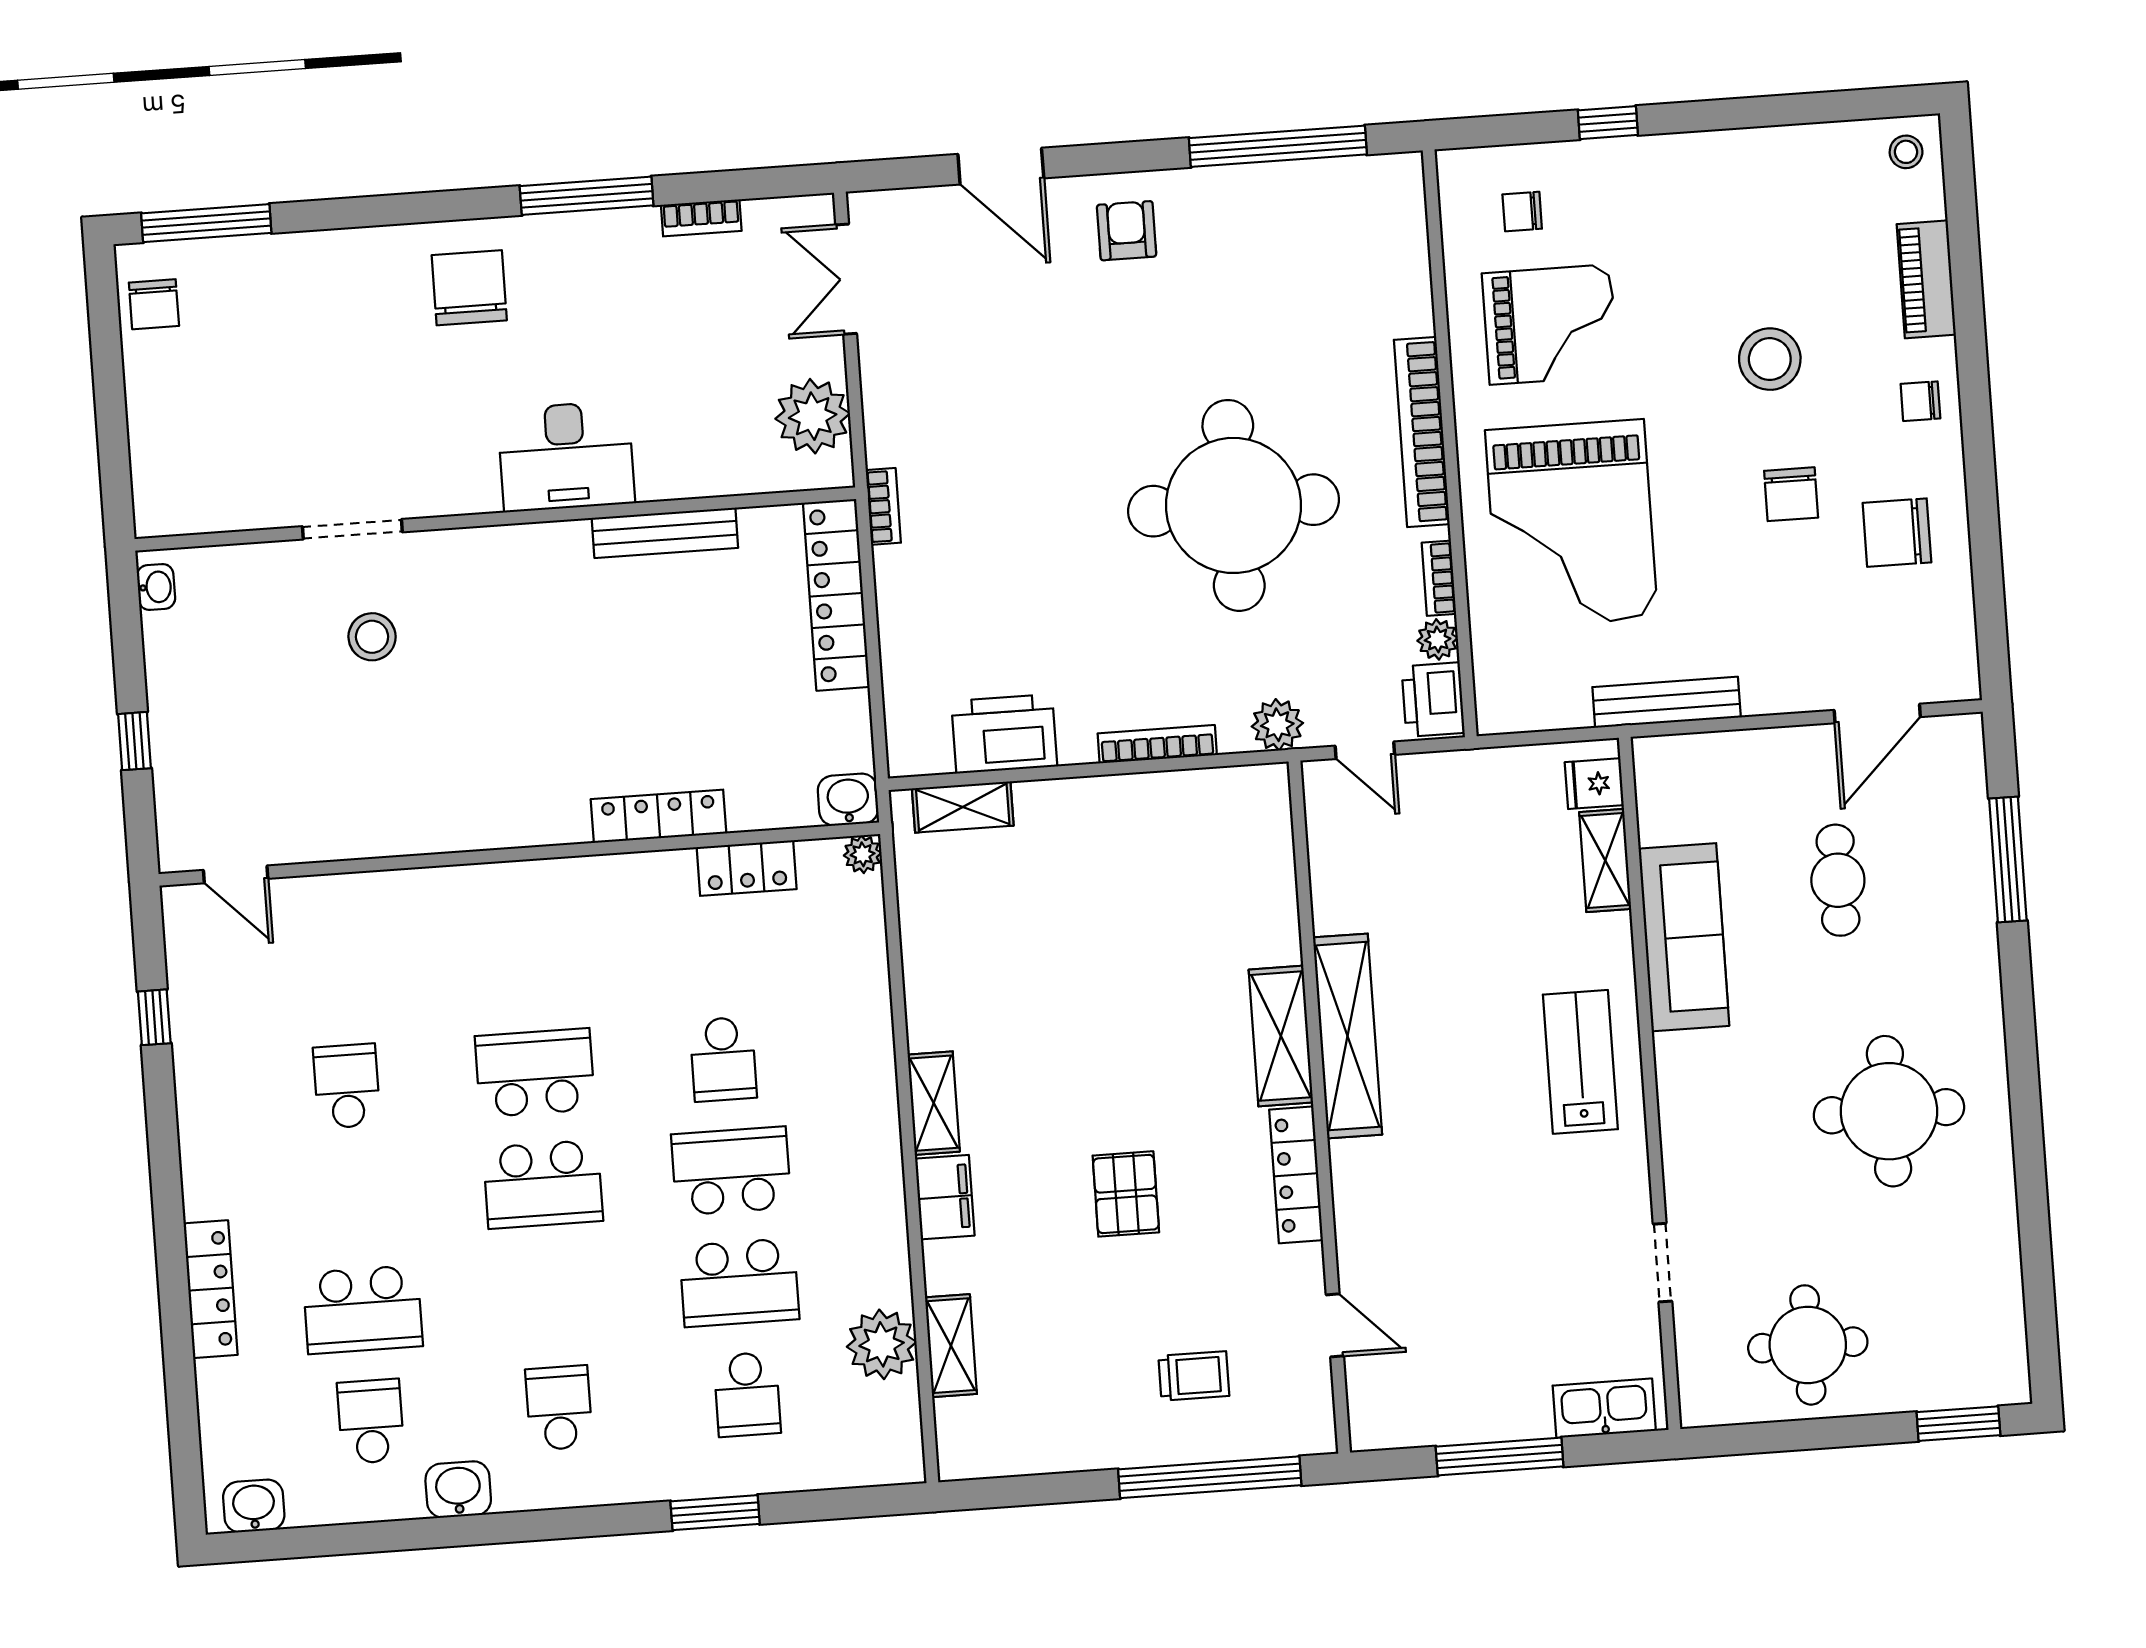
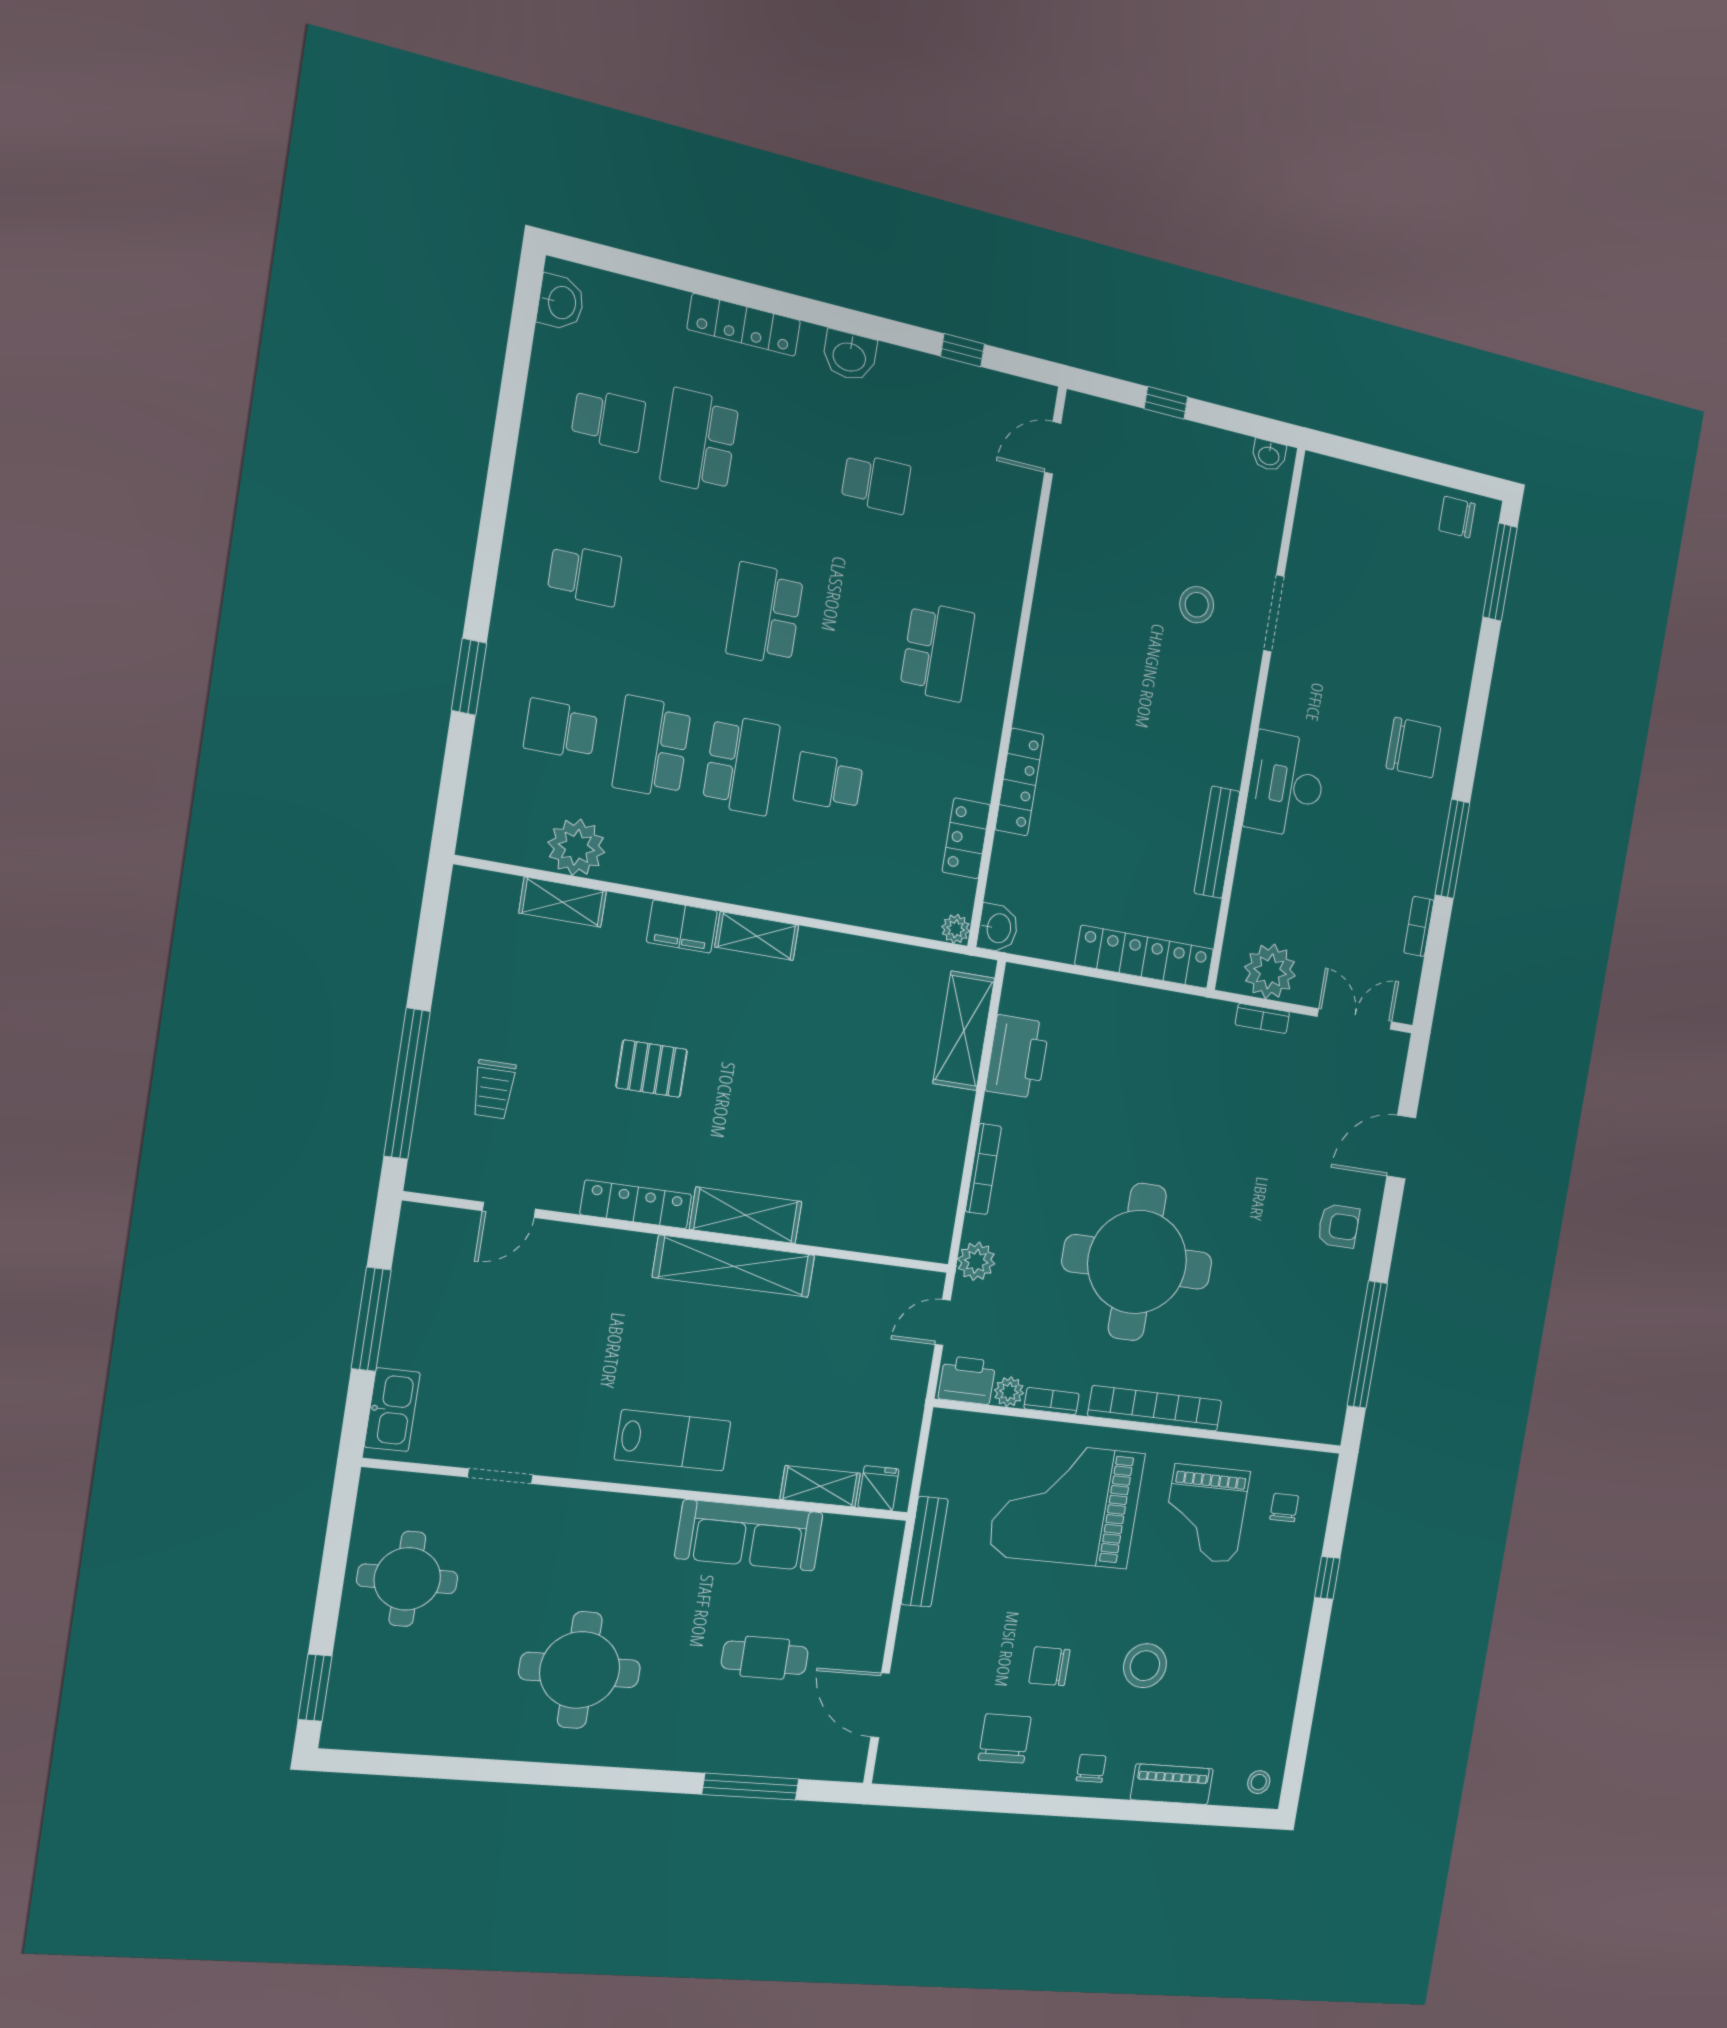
bookcase: (883, 506) -> (1262, 1018), moved
shelving: (963, 807) -> (964, 1031), width x1.50, depth x1.33
school desk: (535, 1073) -> (937, 651), moved
washbasin: (458, 1489) -> (849, 356), moved, turned 90

